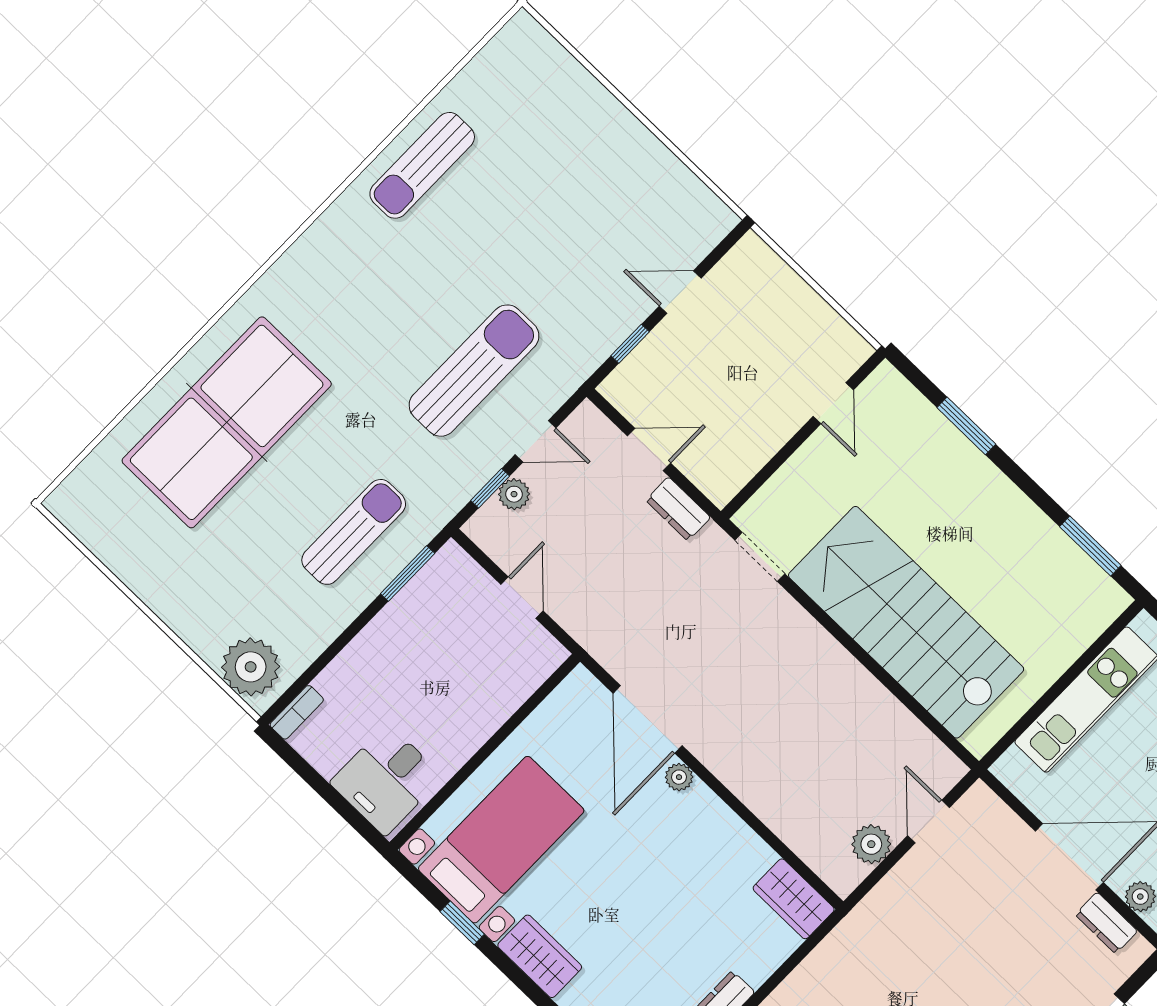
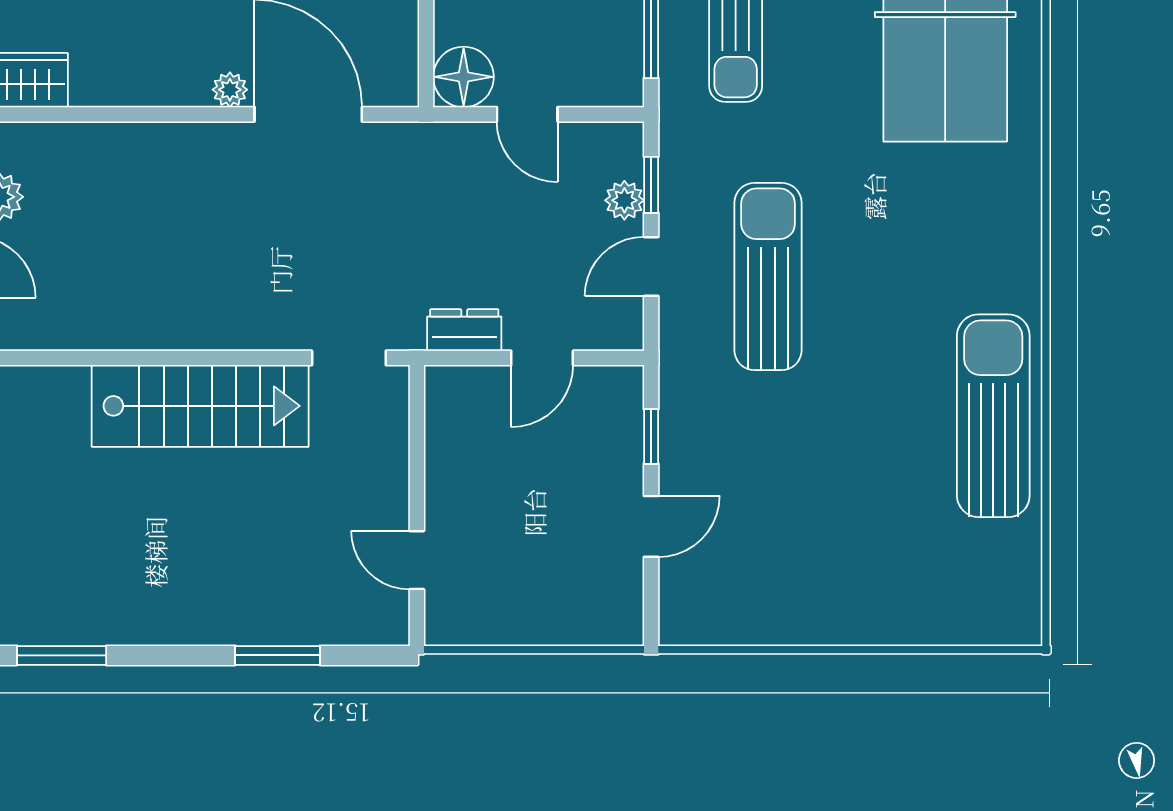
sun lounger: (422, 165) -> (993, 416), width x1.36, depth x1.34
sun lounger: (474, 371) -> (768, 276), turned 180
stairs: (906, 622) -> (200, 406), width x0.73, depth x0.66
floor lamp: (538, 654) -> (464, 77), added

